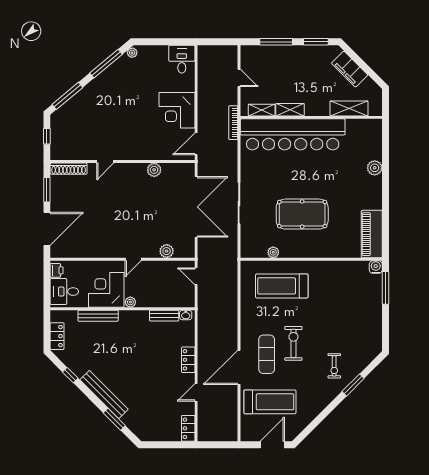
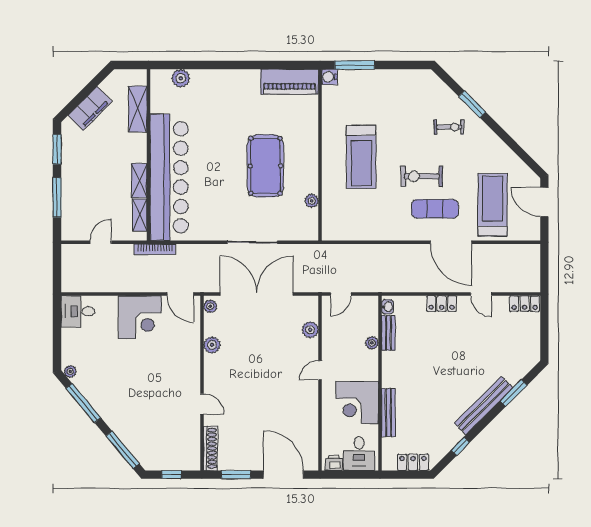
plant: (186, 168) -> (210, 306), added
plant: (375, 168) -> (181, 78), moved
door: (133, 259) -> (320, 370), swing flipped
treadmill: (282, 286) -> (361, 157), moved
plant: (130, 302) -> (372, 343), moved

